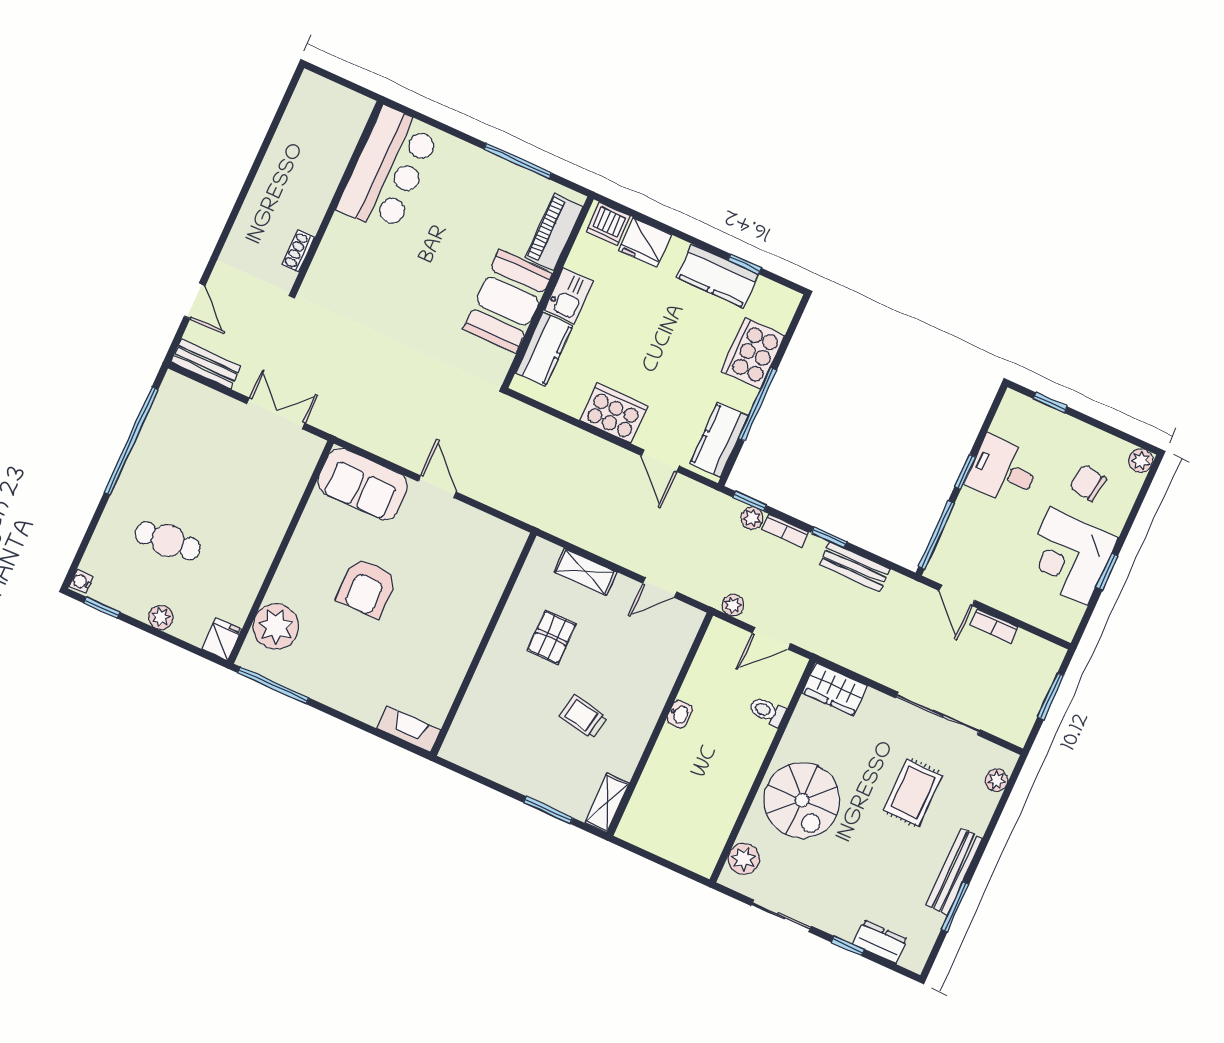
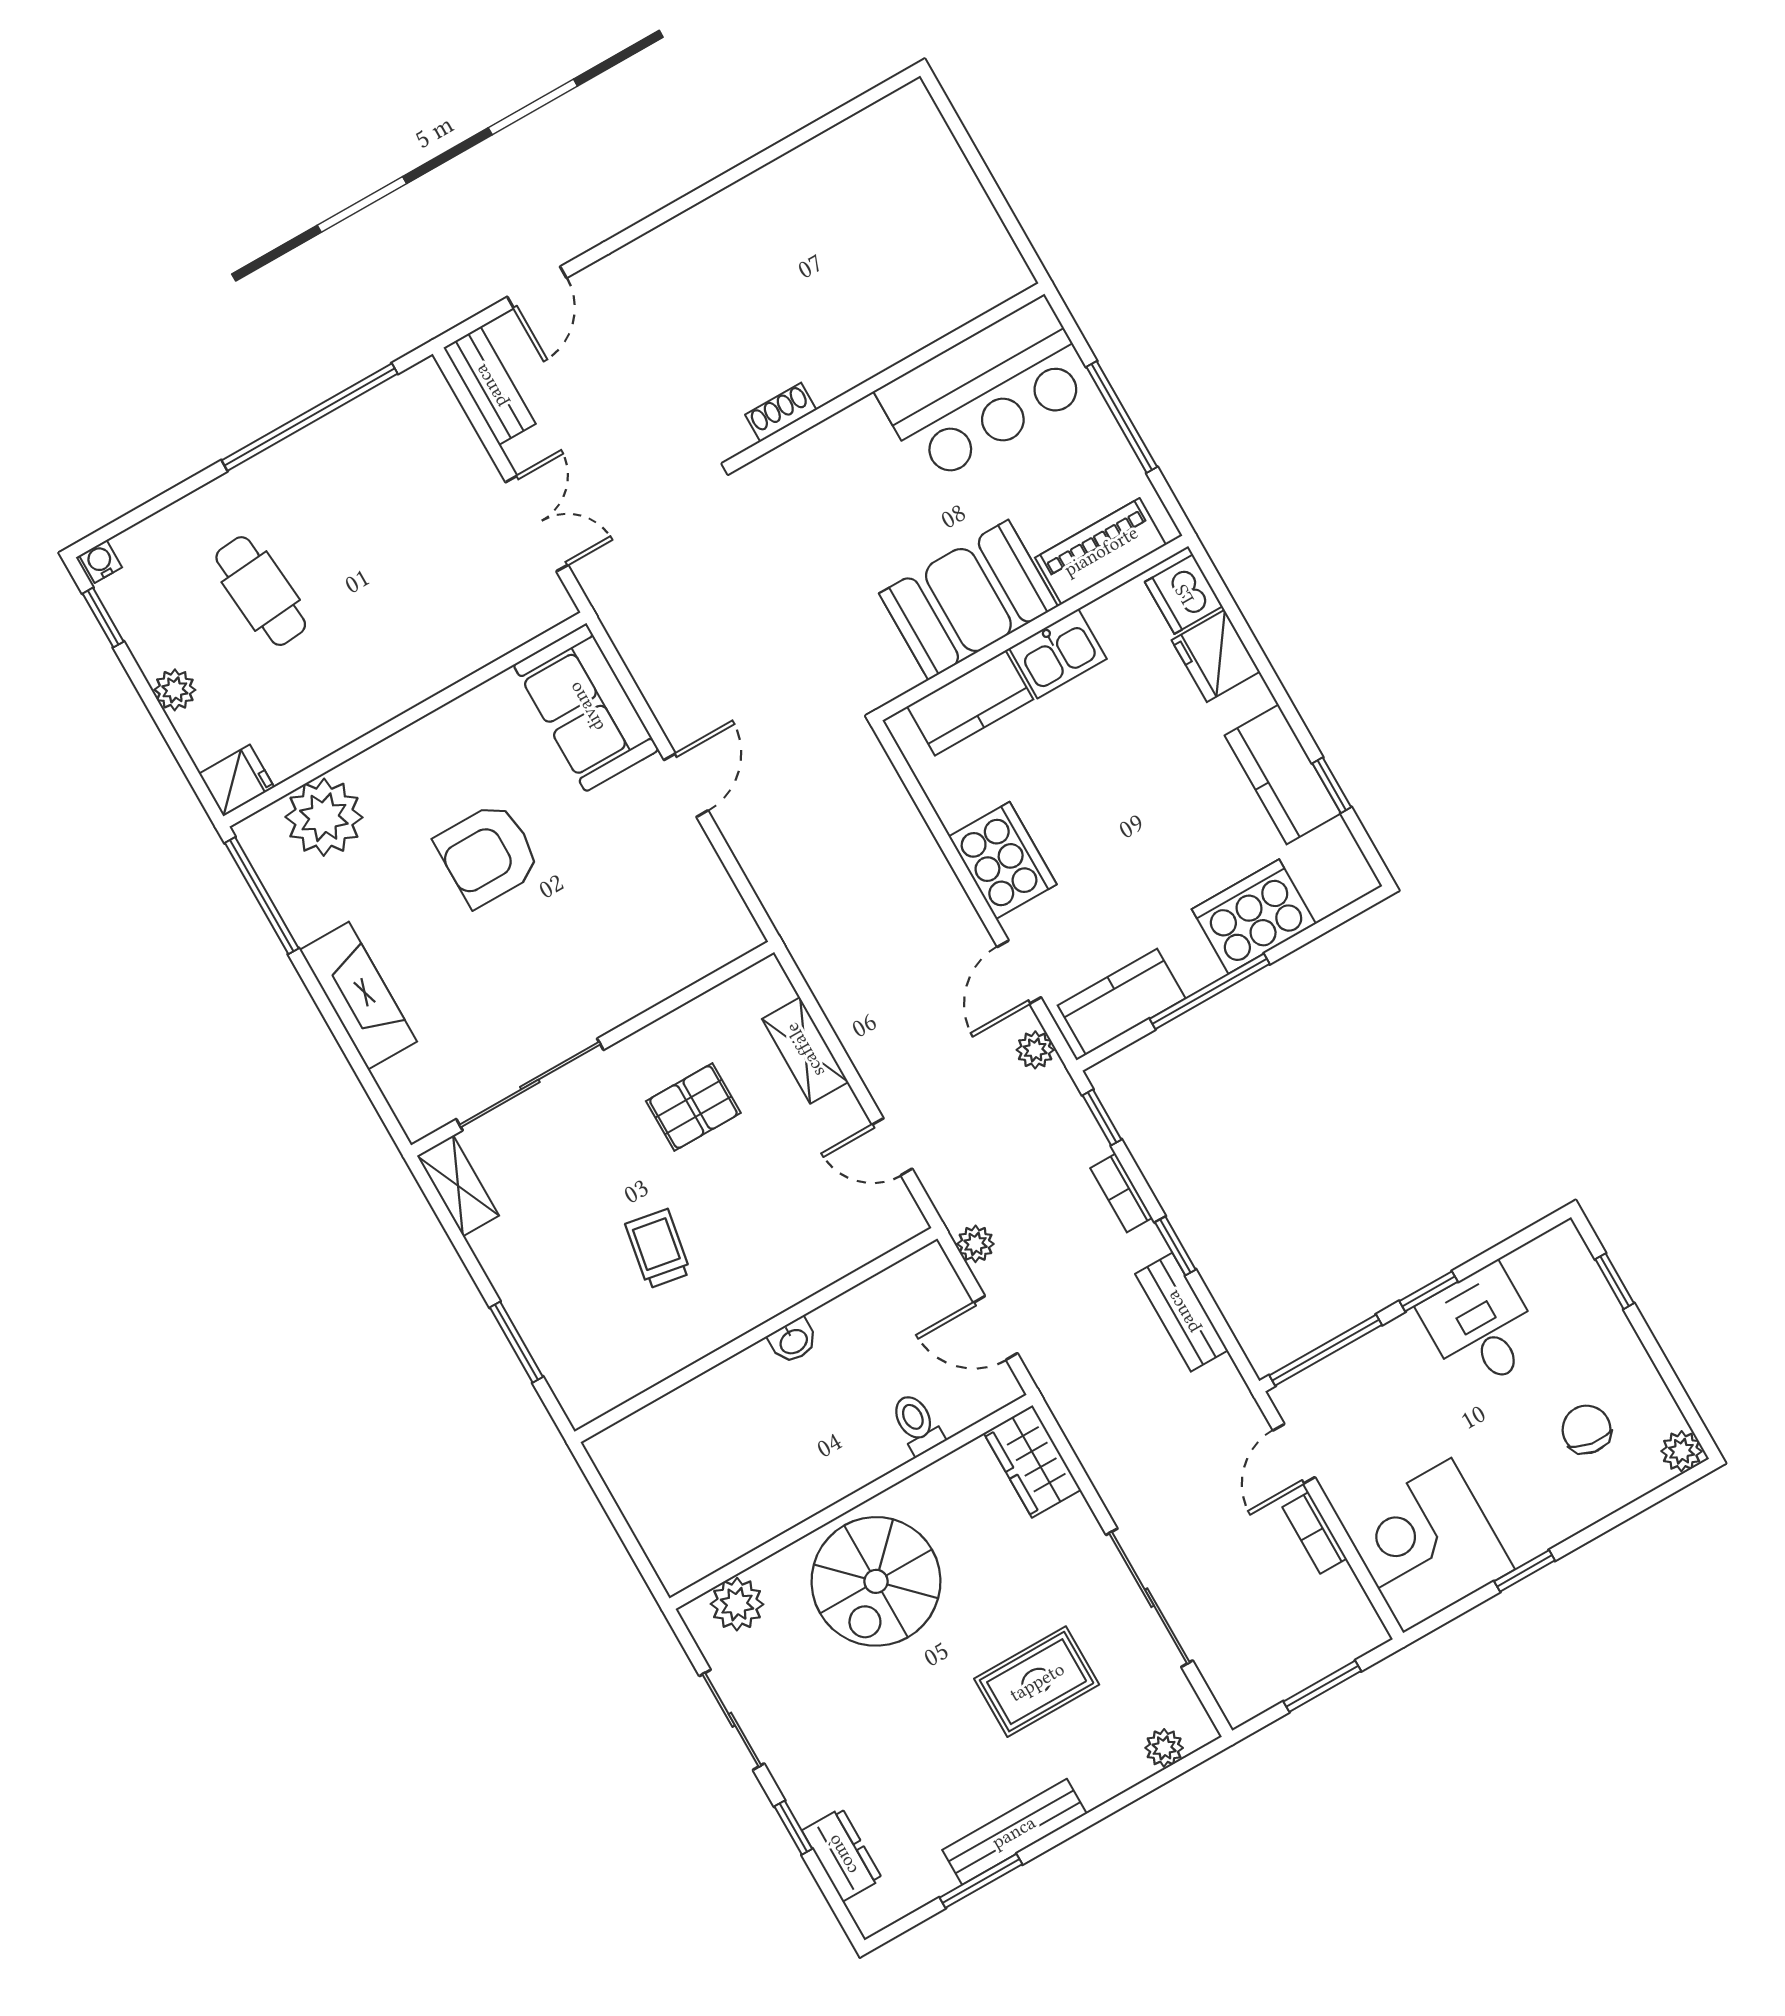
bar counter: (388, 170) -> (986, 390), moved
wall: (337, 197) -> (889, 376), moved
shoe rack: (298, 251) -> (781, 412), moved
plant: (752, 518) -> (1035, 1050), moved
corner desk: (1069, 556) -> (1427, 1545), moved
sliding door: (466, 683) -> (530, 1084), added
fireplace: (409, 729) -> (358, 996), moved, width x1.37, depth x1.32
shelving: (607, 803) -> (458, 1186), moved, turned 90

